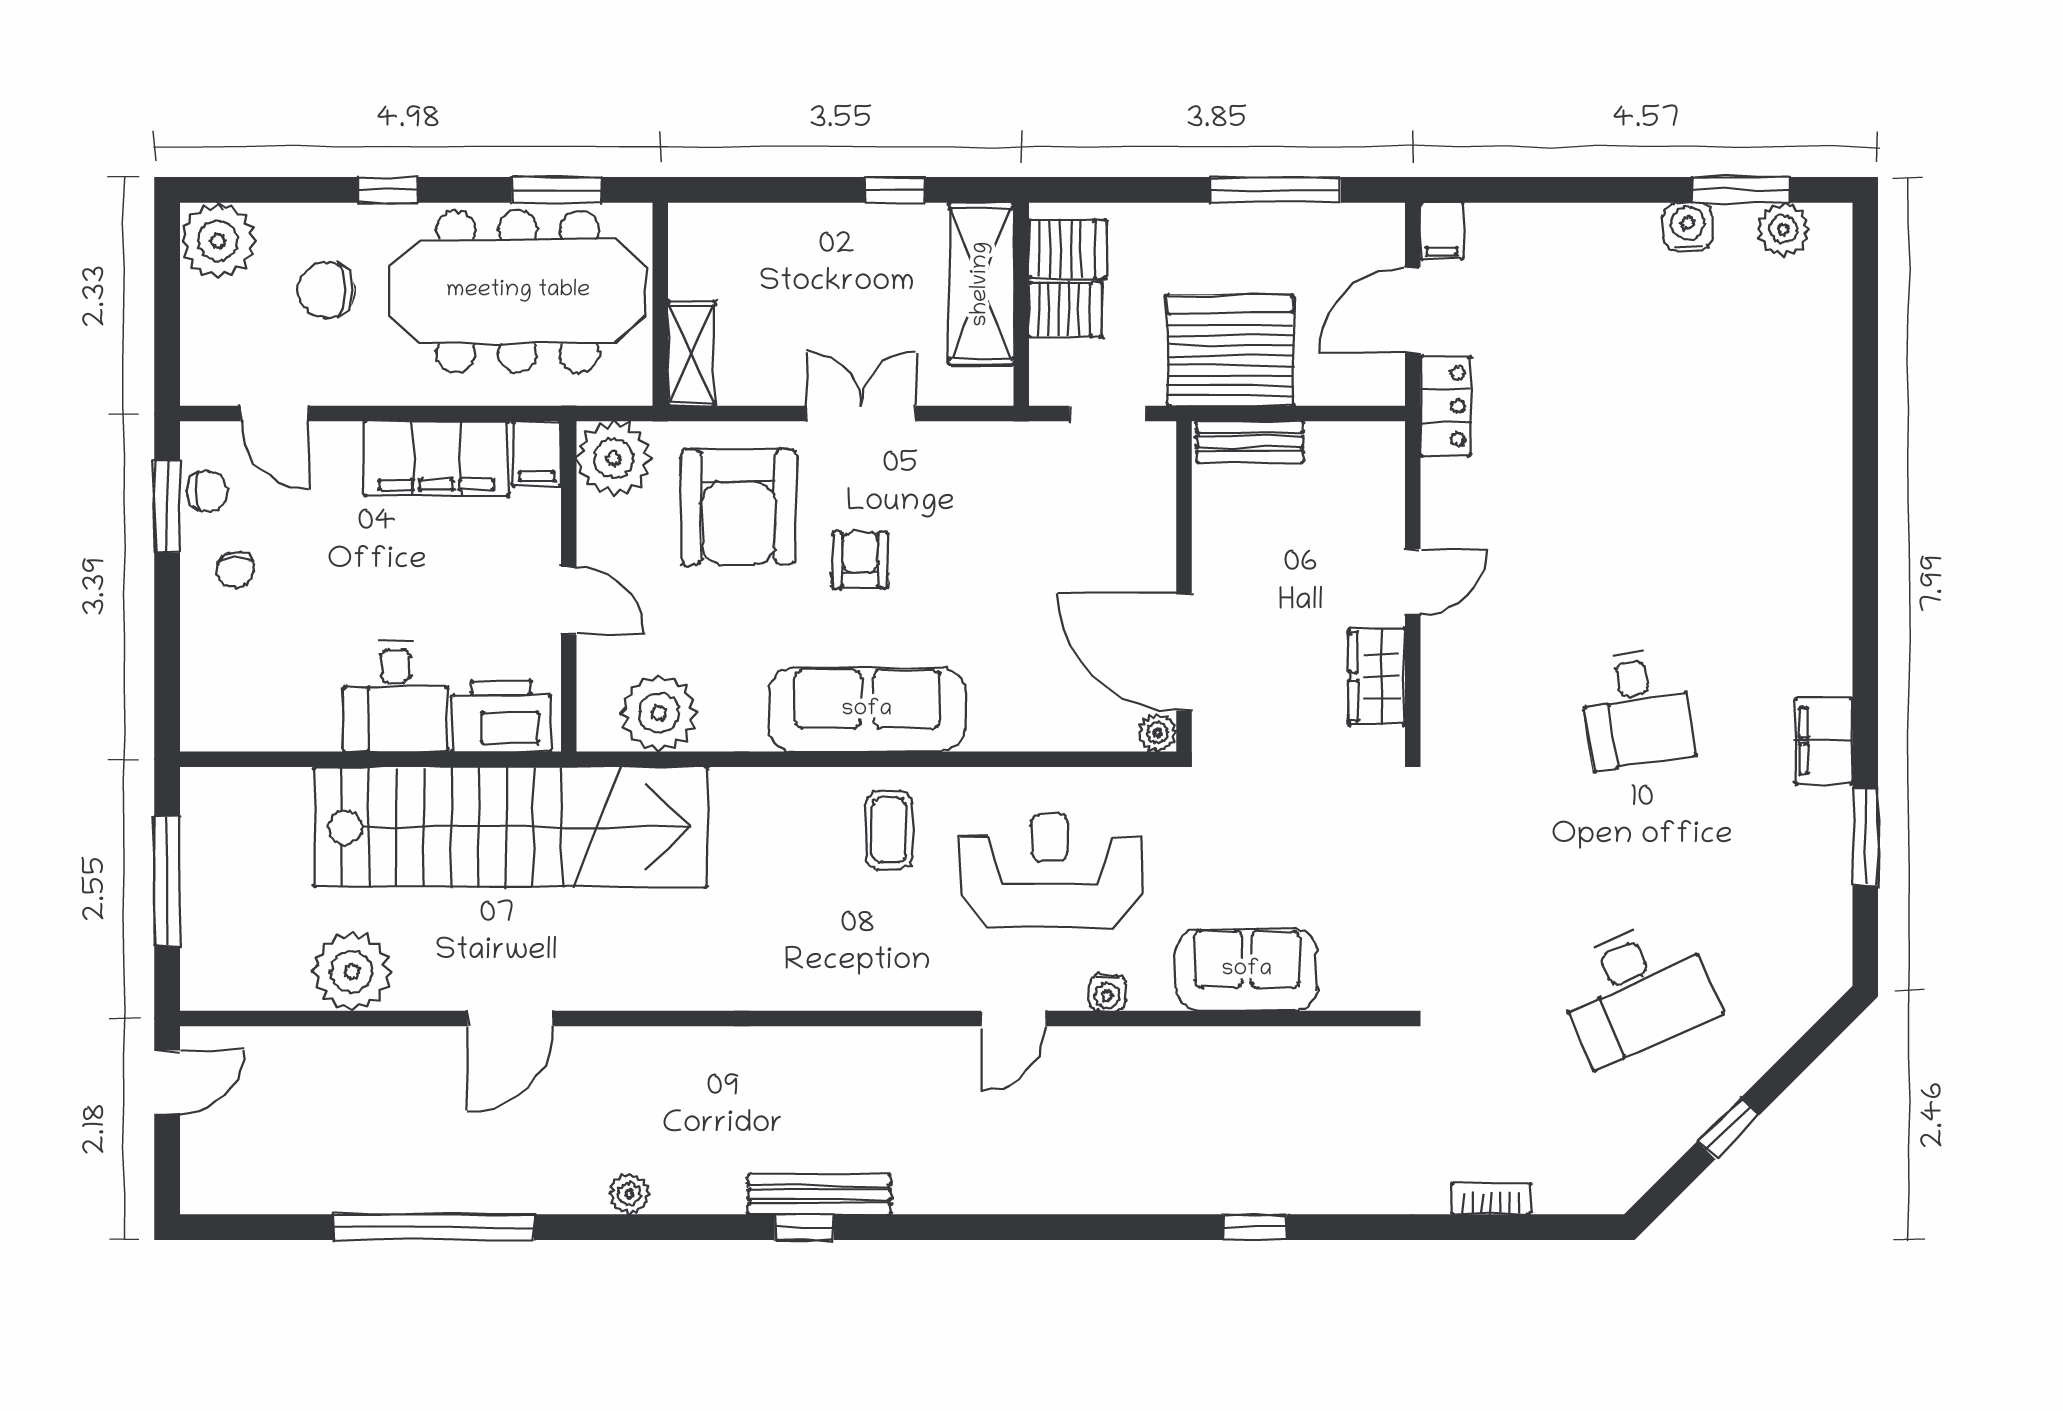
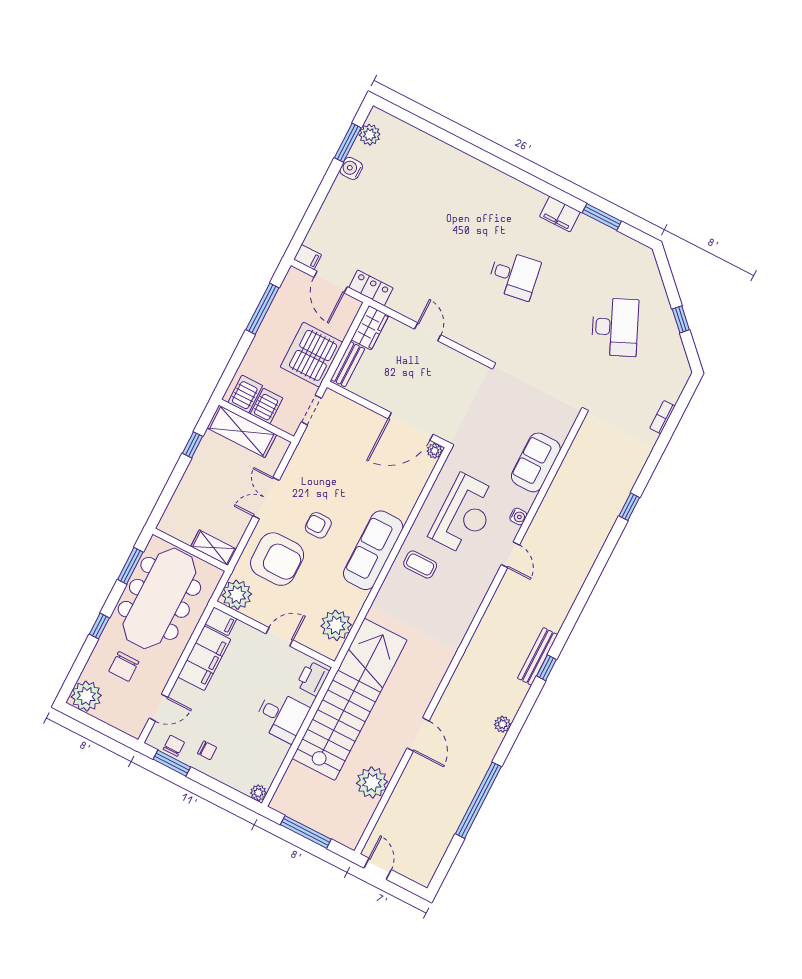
wardrobe: (1377, 677) -> (370, 328), moved, turned -90
printer: (501, 716) -> (313, 678), width x0.73, depth x0.84
plant: (200, 732) -> (258, 793), added
reception desk: (1050, 871) -> (464, 515), turned 180

